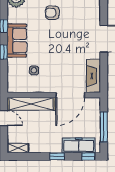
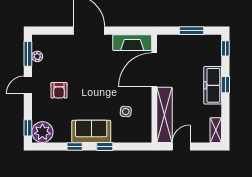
door: (70, 95) -> (154, 70), swing flipped
window: (104, 127) -> (191, 31), width x0.69
freezer: (79, 145) -> (213, 85), moved

